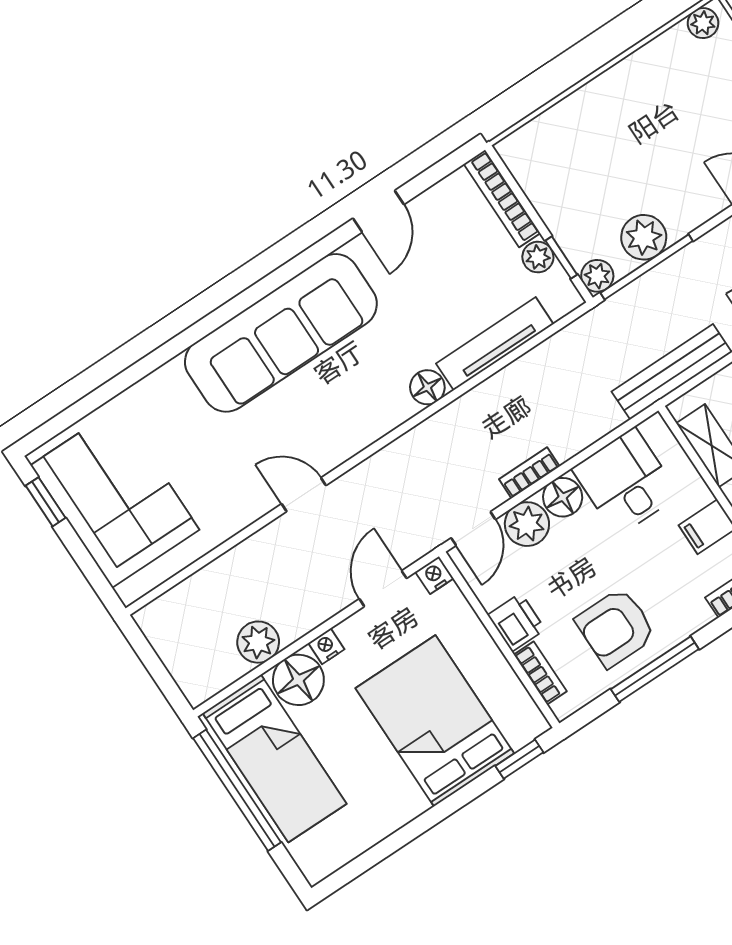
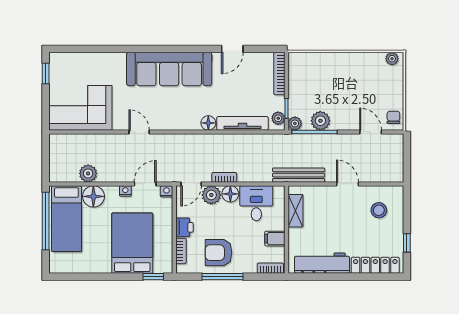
plant: (538, 257) -> (278, 118), moved
corner sofa: (115, 498) -> (80, 108), moved, turned -90
nightstand: (326, 646) -> (125, 191), moved

